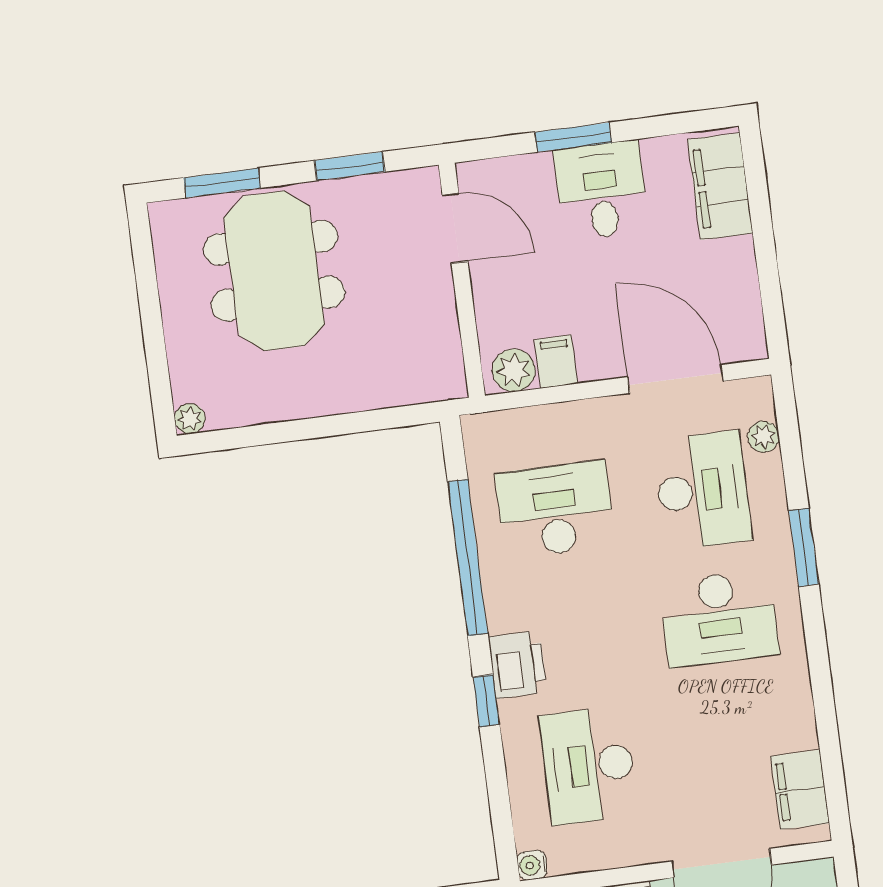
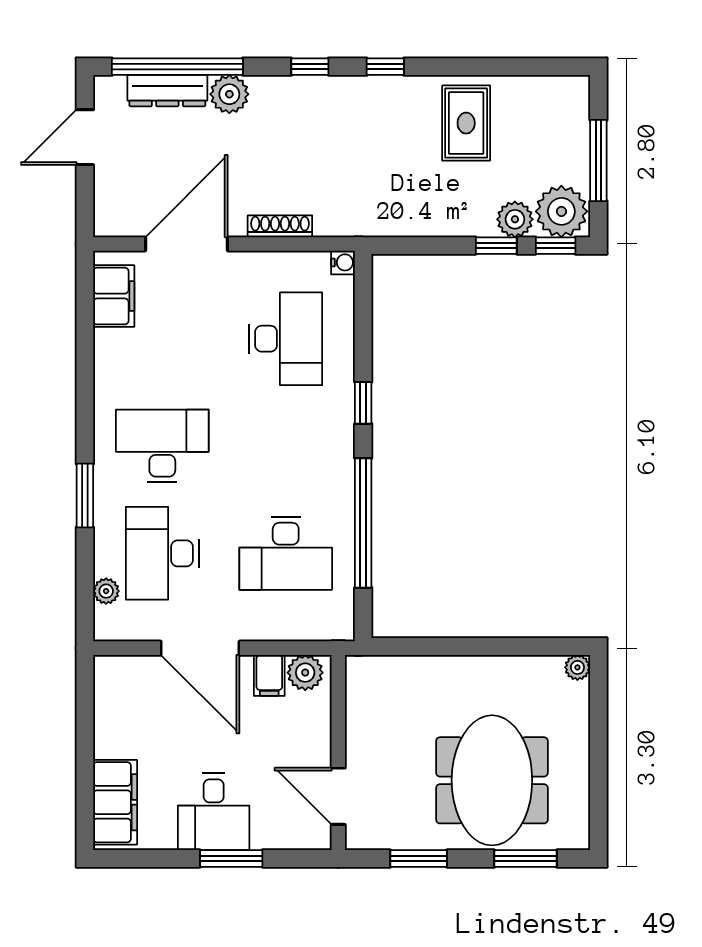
door: (675, 379) -> (200, 648), moved
printer: (518, 665) -> (333, 429), removed

